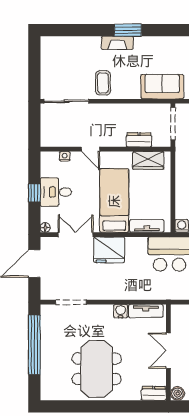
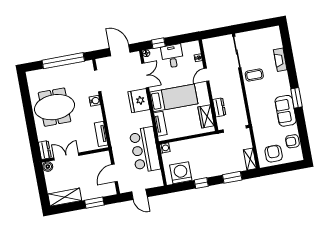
window: (128, 30) -> (296, 98), moved
fireplace: (117, 43) -> (280, 60), moved
sofa: (162, 87) -> (286, 111), moved, turned 180
window: (34, 193) -> (158, 43), moved
water cooler: (121, 311) -> (95, 101), moved
double door: (168, 351) -> (66, 157), moved

